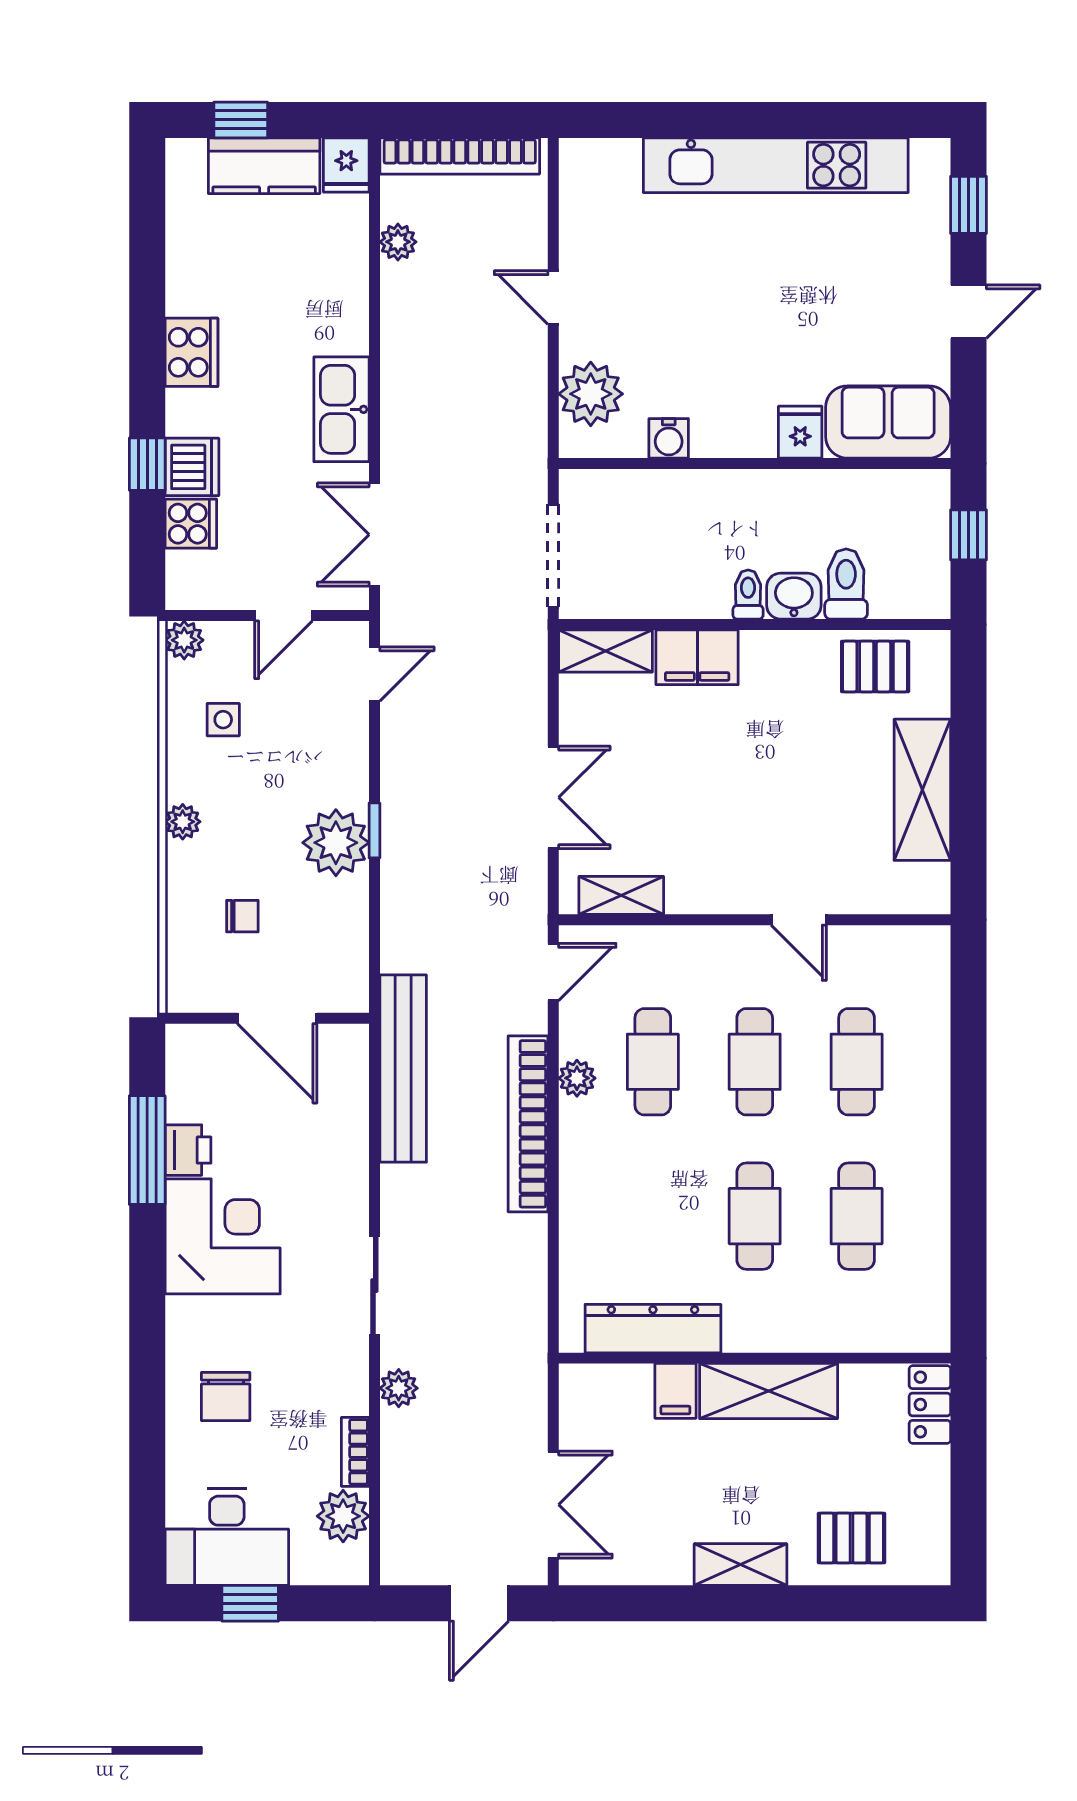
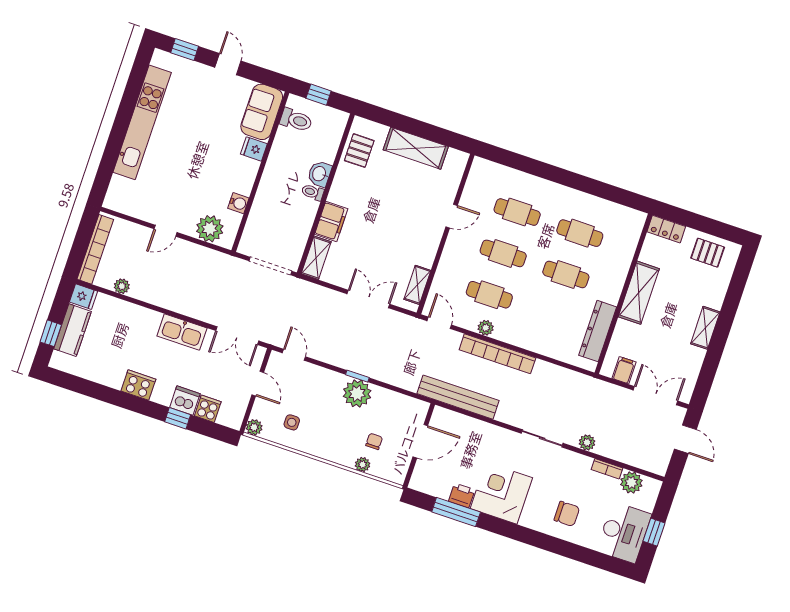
toilet: (846, 584) -> (296, 120), moved, turned 180
plant: (183, 822) -> (363, 465), moved
filing cabinet: (675, 1391) -> (624, 370), moved, turned -90
pallet: (852, 1538) -> (708, 253), moved, turned 90

